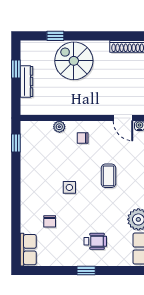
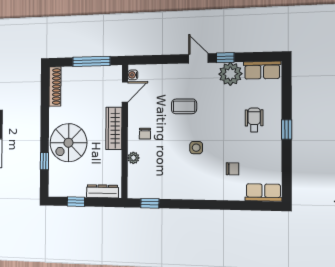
dresser: (27, 82) -> (102, 191), moved
wardrobe: (88, 107) -> (114, 128), added

